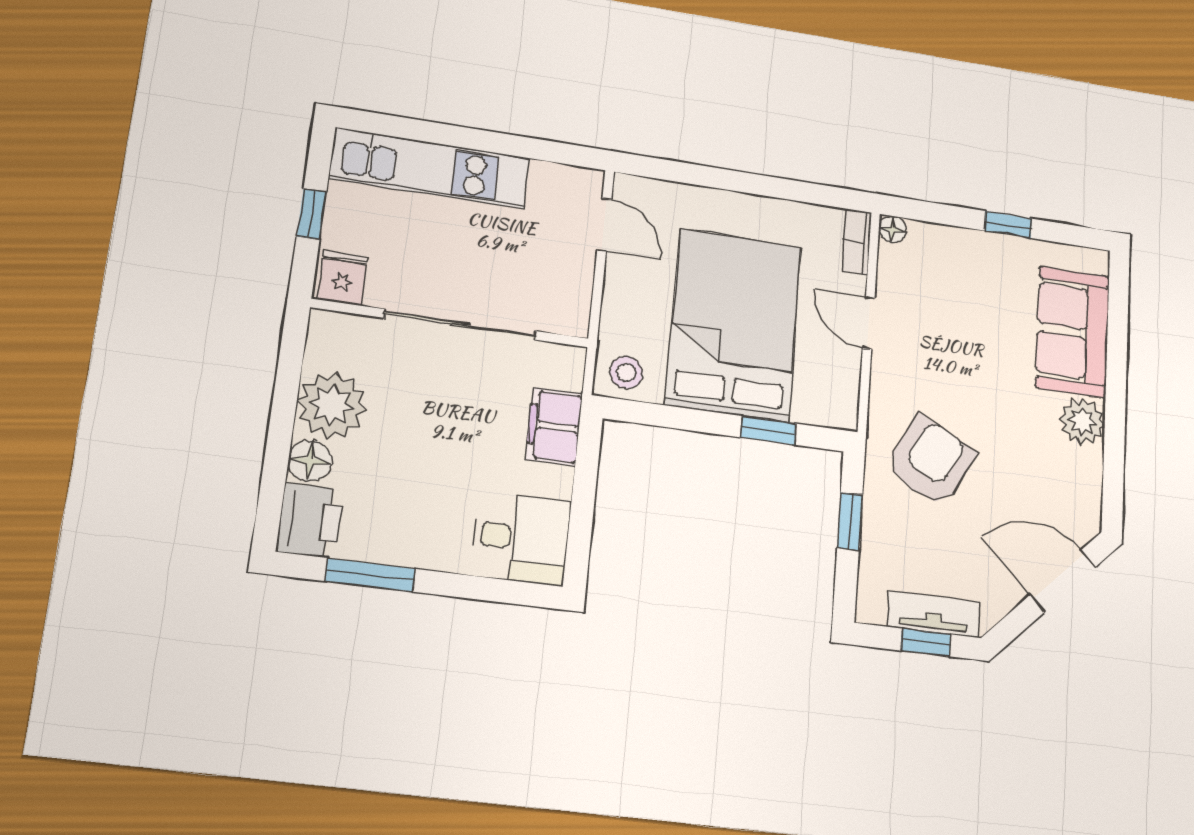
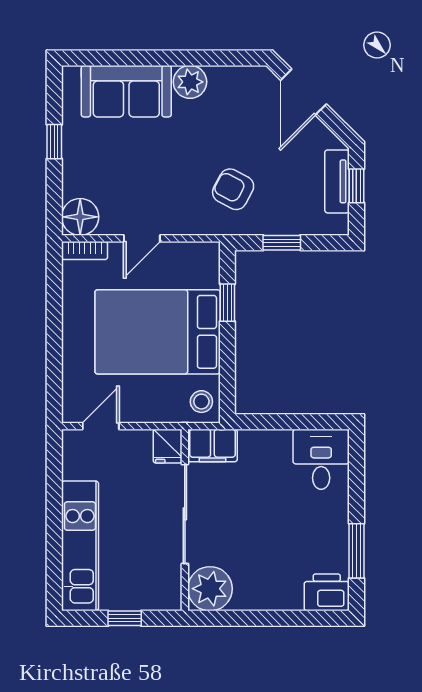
floor lamp: (892, 229) -> (80, 217), width x1.89, depth x1.89
fridge: (342, 278) -> (168, 446), moved, turned -90
plant: (332, 405) -> (210, 589), moved
filing cabinet: (554, 426) -> (212, 445), moved
floor lamp: (310, 461) -> (289, 598), removed
armchair: (931, 461) -> (233, 189), width x0.72, depth x0.72

